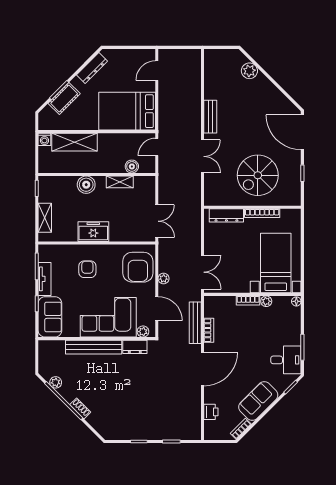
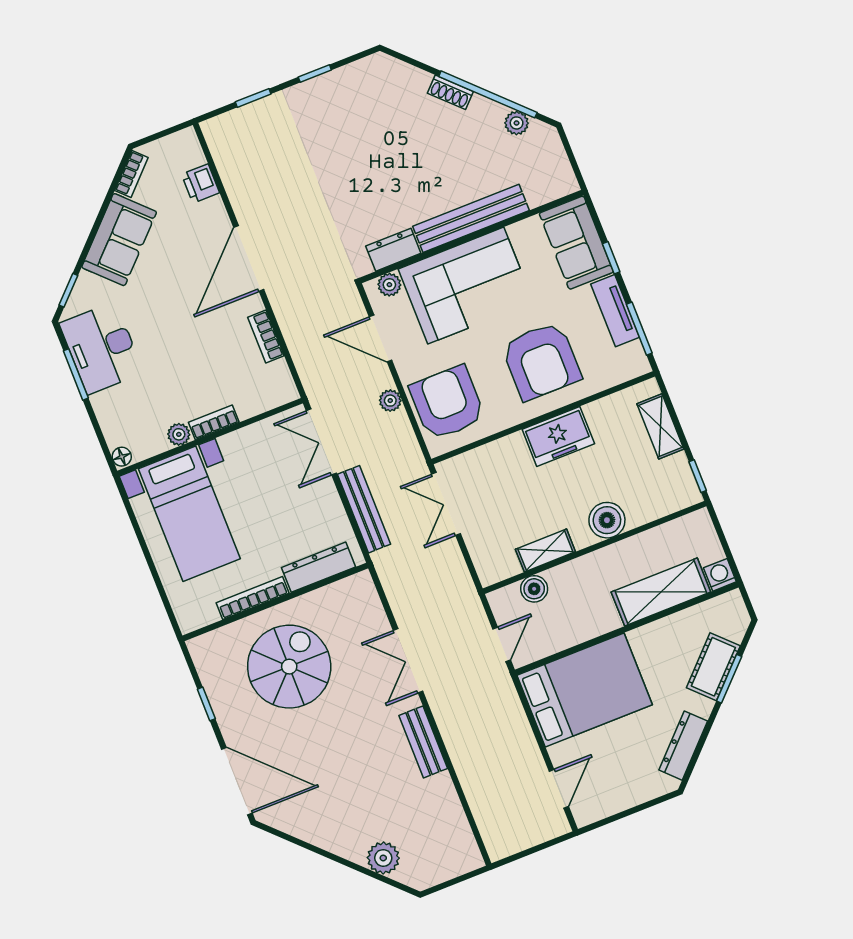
armchair: (87, 269) -> (541, 361), width x1.88, depth x1.88
bench: (195, 323) -> (364, 509), moved
desk: (286, 360) -> (101, 348), width x1.37

